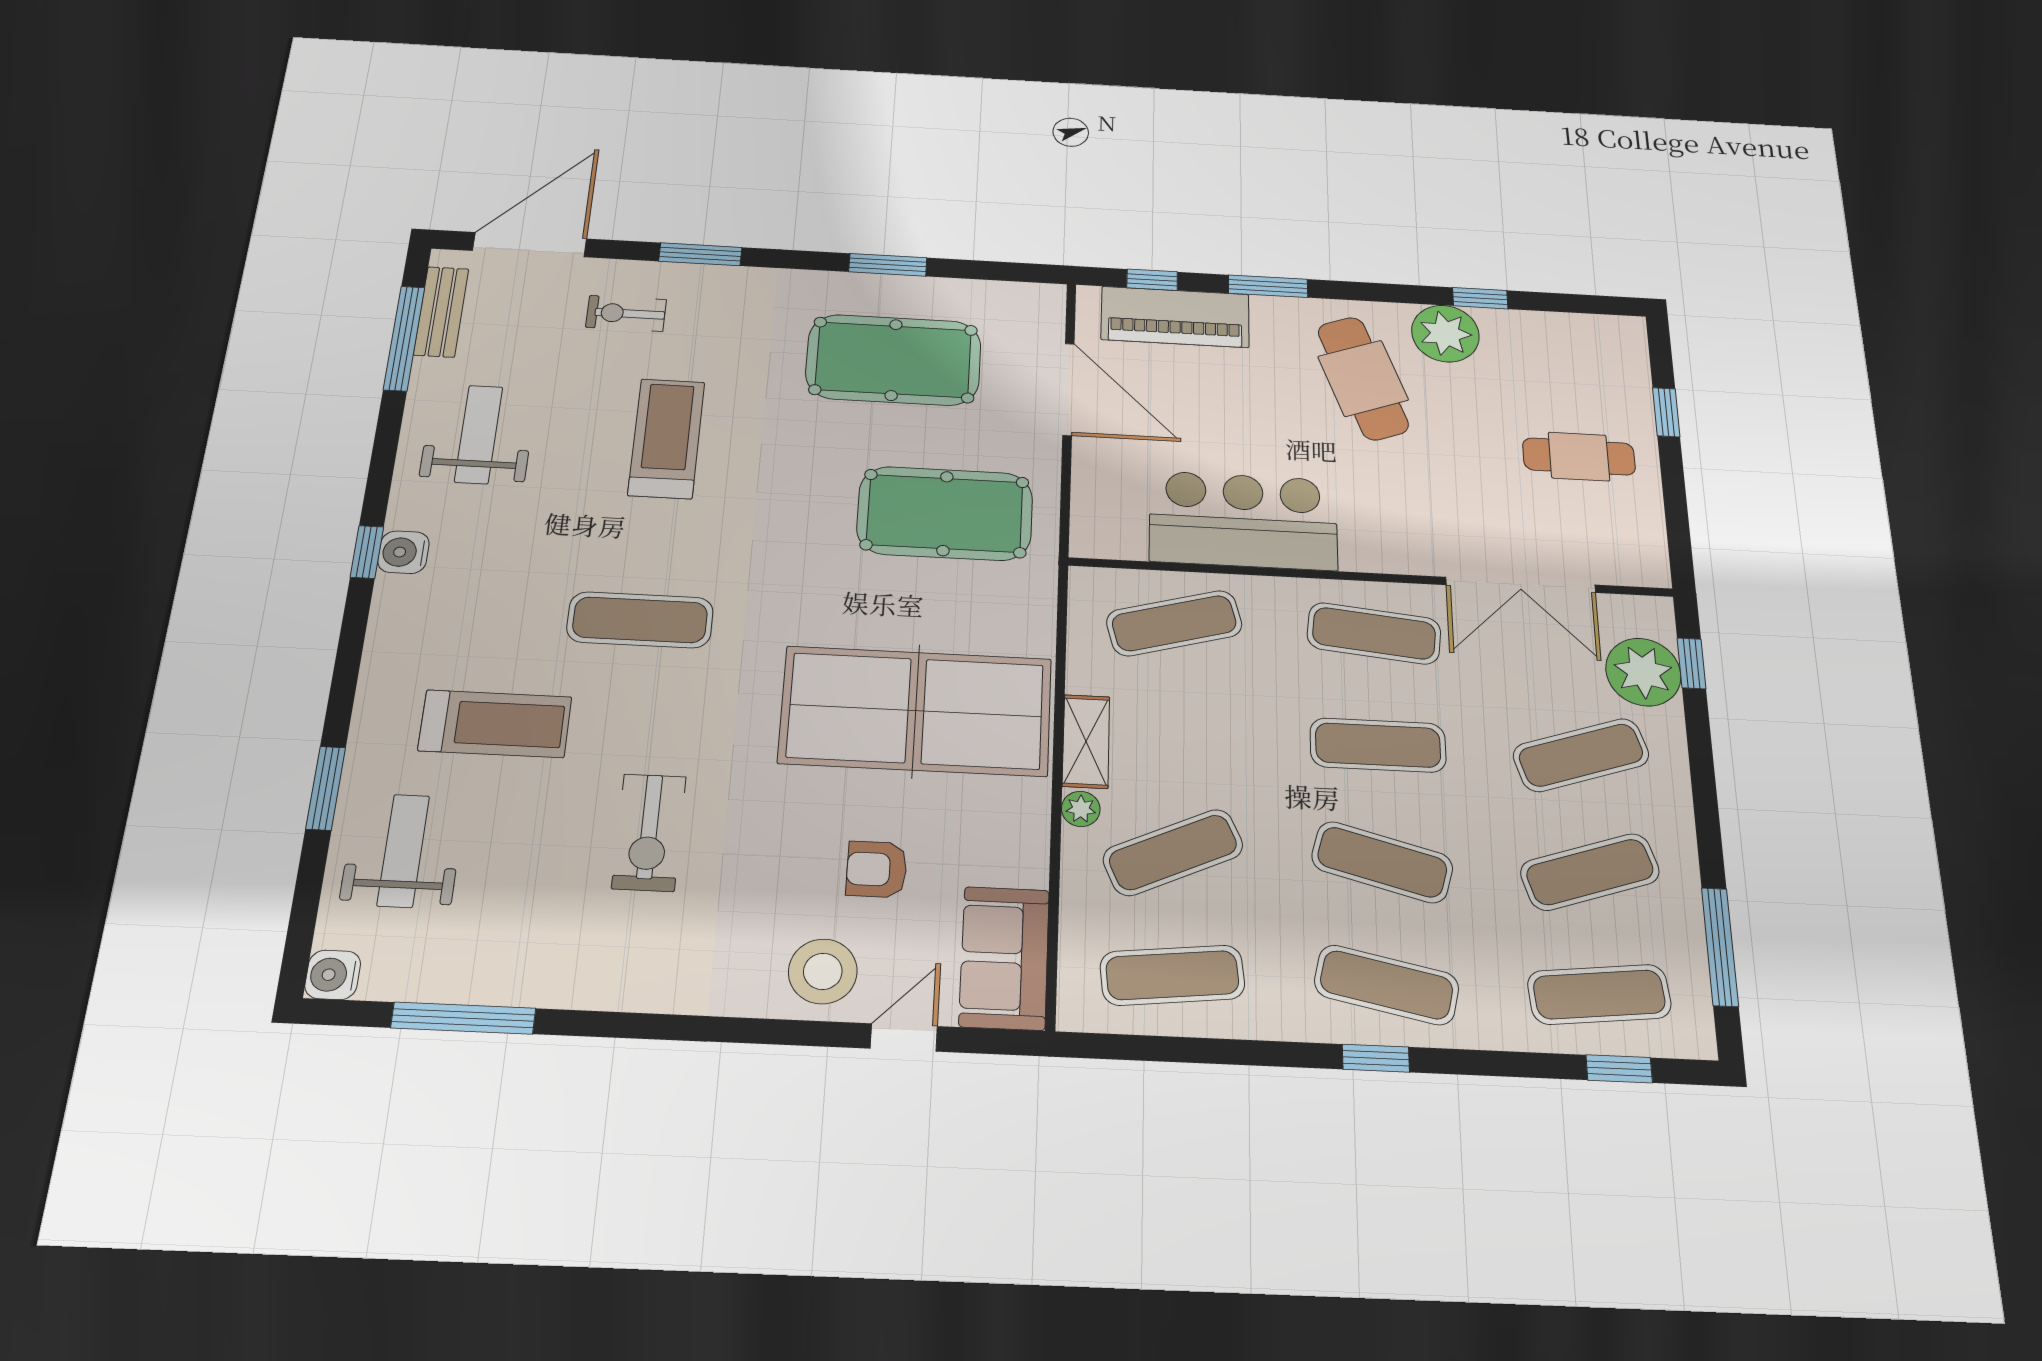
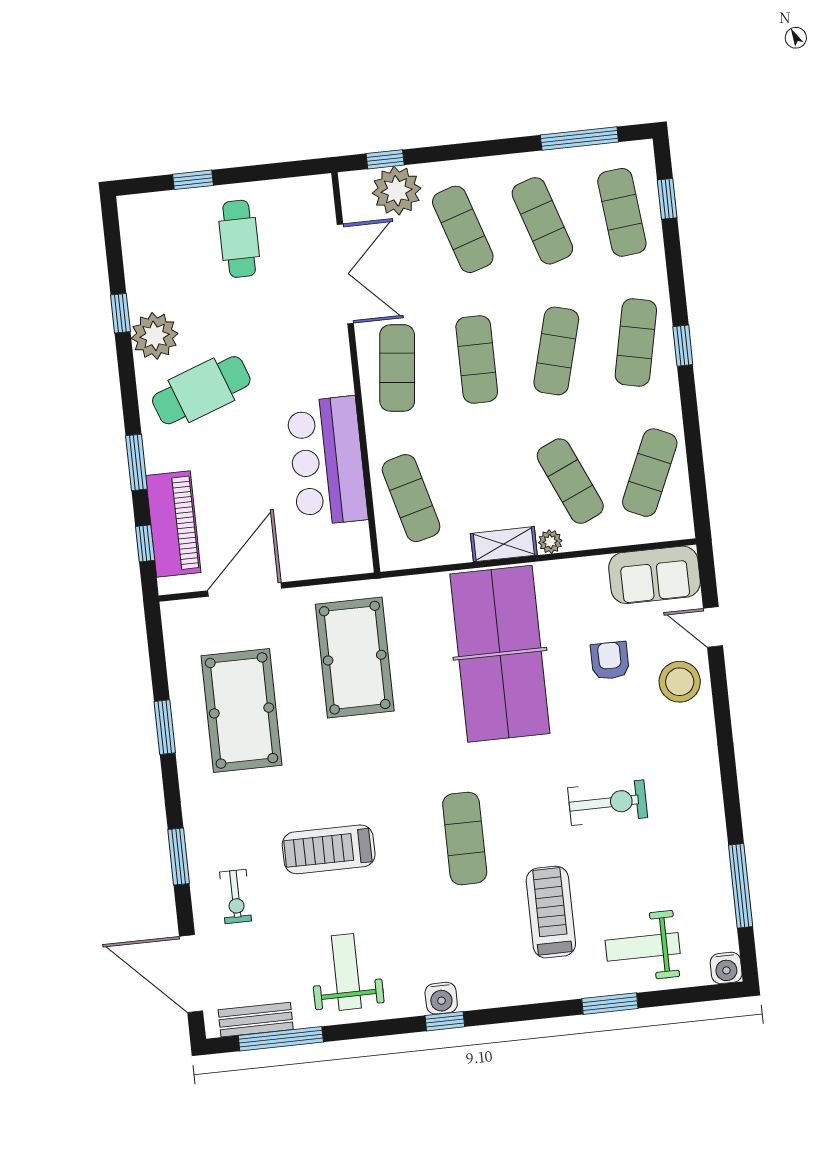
weight bench: (479, 434) -> (346, 972), turned 90
armchair: (877, 869) -> (610, 661), turned 180
exercise mat: (1172, 975) -> (650, 473), turned 30

